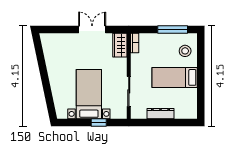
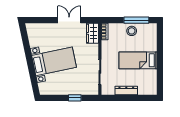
stool: (185, 51) -> (132, 31), moved
bed with nightstands: (89, 94) -> (54, 61), moved, turned 78

